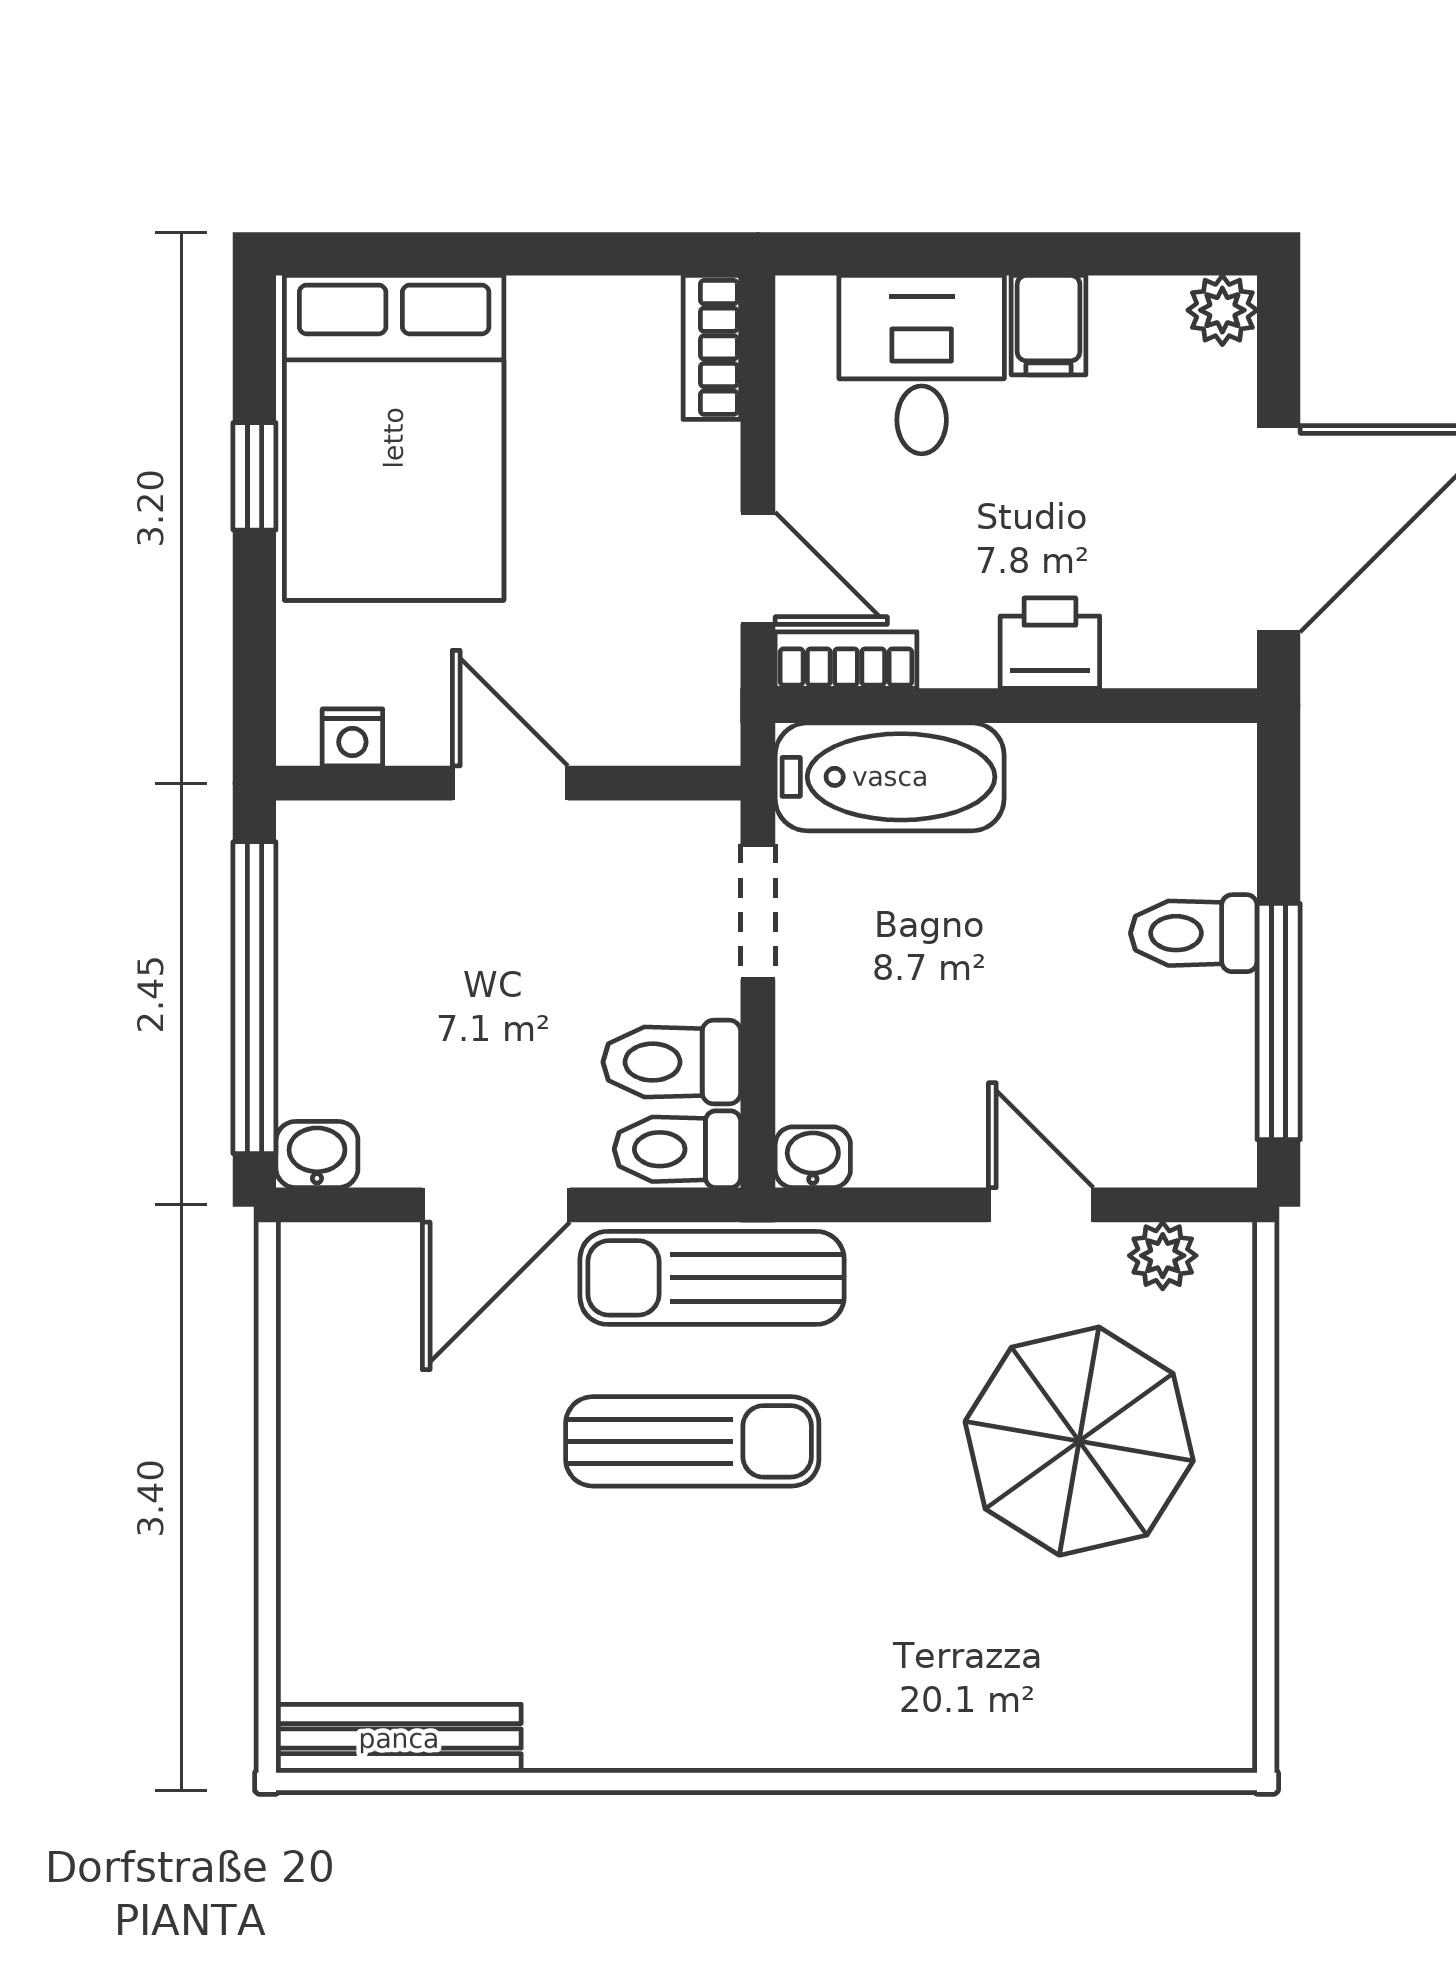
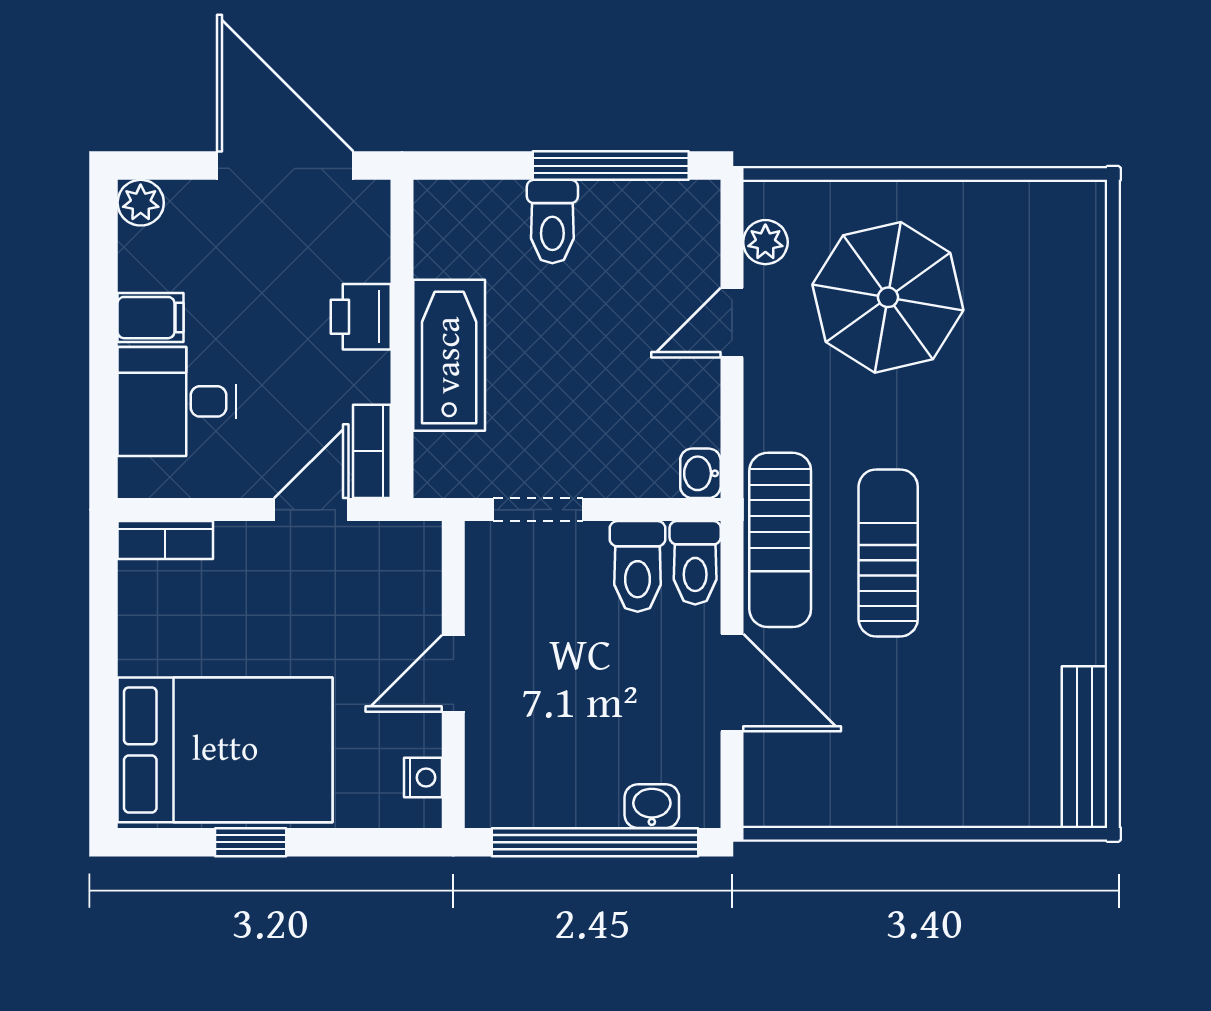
bathtub: (890, 777) -> (449, 355), moved
washbasin: (317, 1155) -> (652, 806), moved, turned 90

